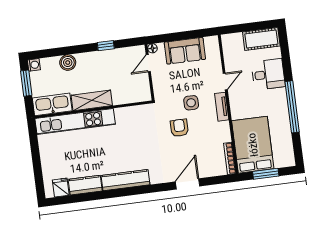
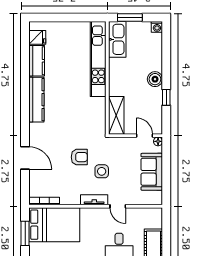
boiler: (68, 63) -> (155, 79), moved
window: (26, 83) -> (130, 17), moved
shelving: (92, 100) -> (116, 115), moved

